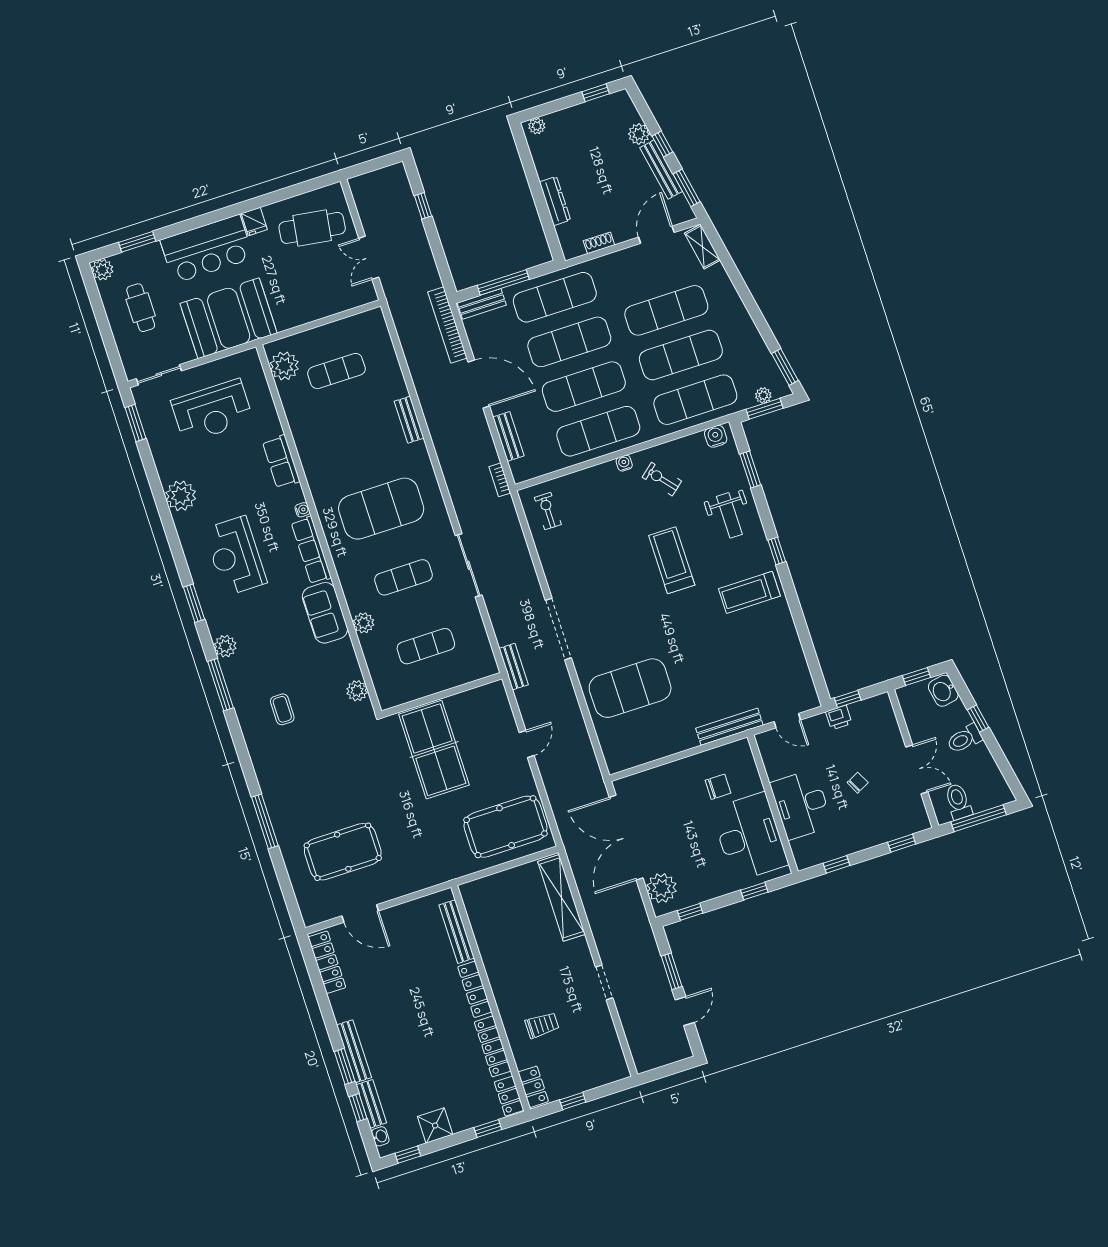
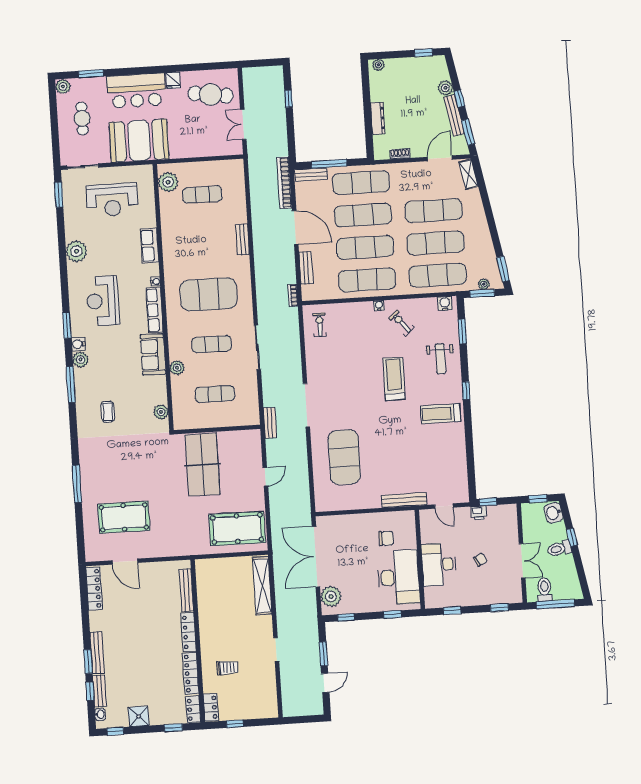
water cooler: (217, 625) -> (78, 344), added
exercise mat: (630, 688) -> (344, 457), turned 90

